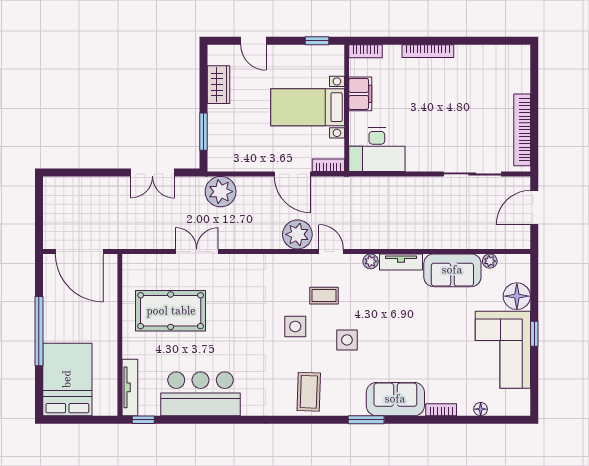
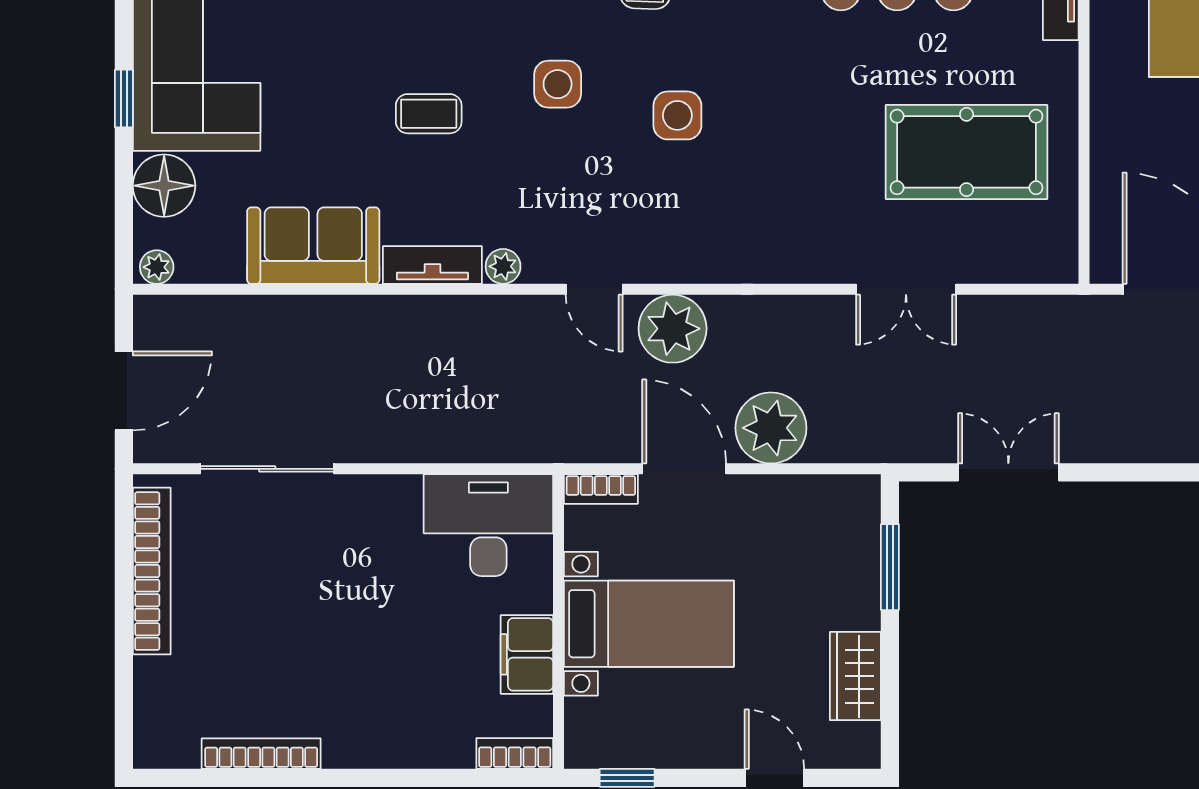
bookcase: (428, 51) -> (261, 754), moved
plant: (221, 192) -> (771, 428), moved
plant: (490, 261) -> (157, 267), moved
coffee table: (324, 296) -> (429, 114), moved

